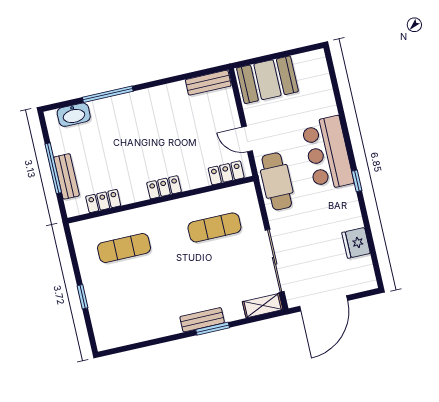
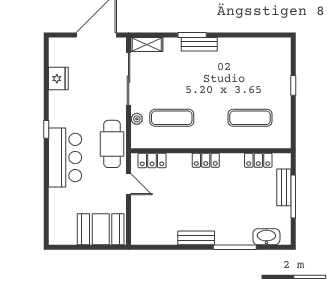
bench: (208, 83) -> (196, 238), moved
plant: (255, 217) -> (137, 119), added

